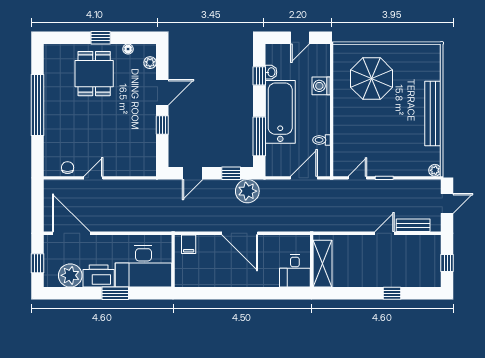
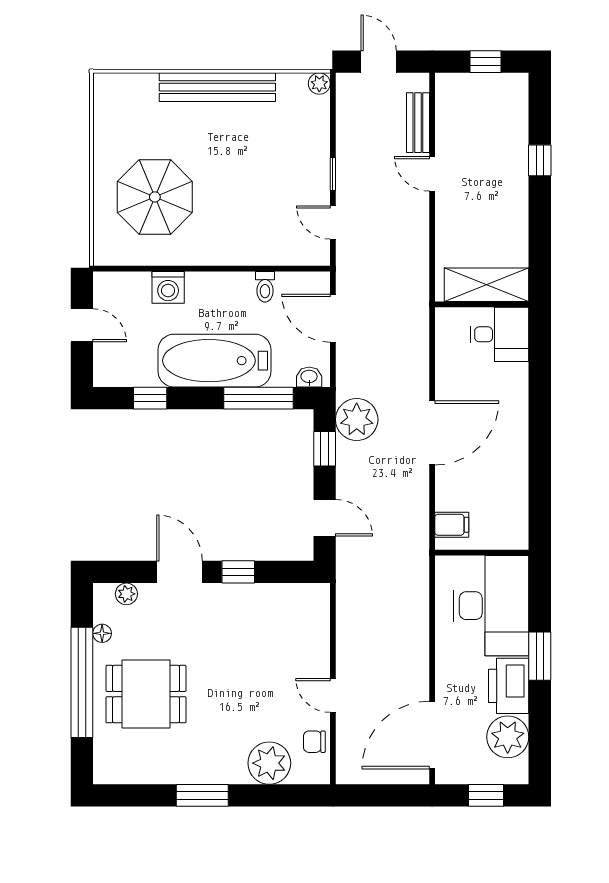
window: (101, 38) -> (82, 682), width x3.17
washbasin: (271, 72) -> (309, 377), moved
window: (38, 105) -> (202, 795), width x0.47
plant: (56, 142) -> (269, 763), added

